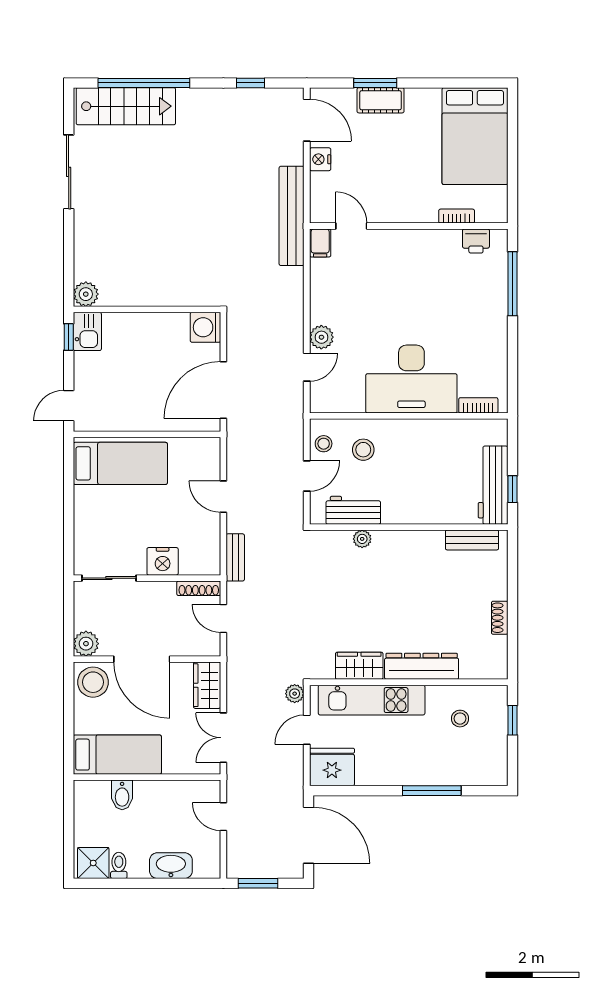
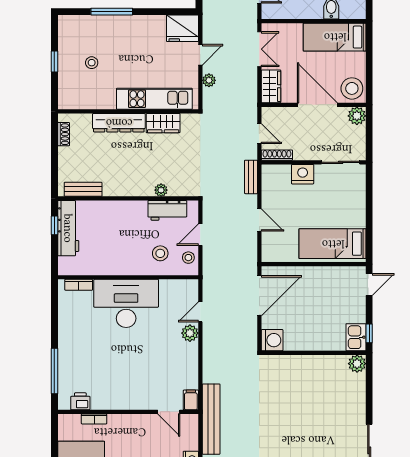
wardrobe: (359, 666) -> (163, 123), moved
dresser: (422, 666) -> (119, 123), moved
wall: (409, 682) -> (128, 111), moved
kitchen unit: (372, 700) -> (154, 99), moved

